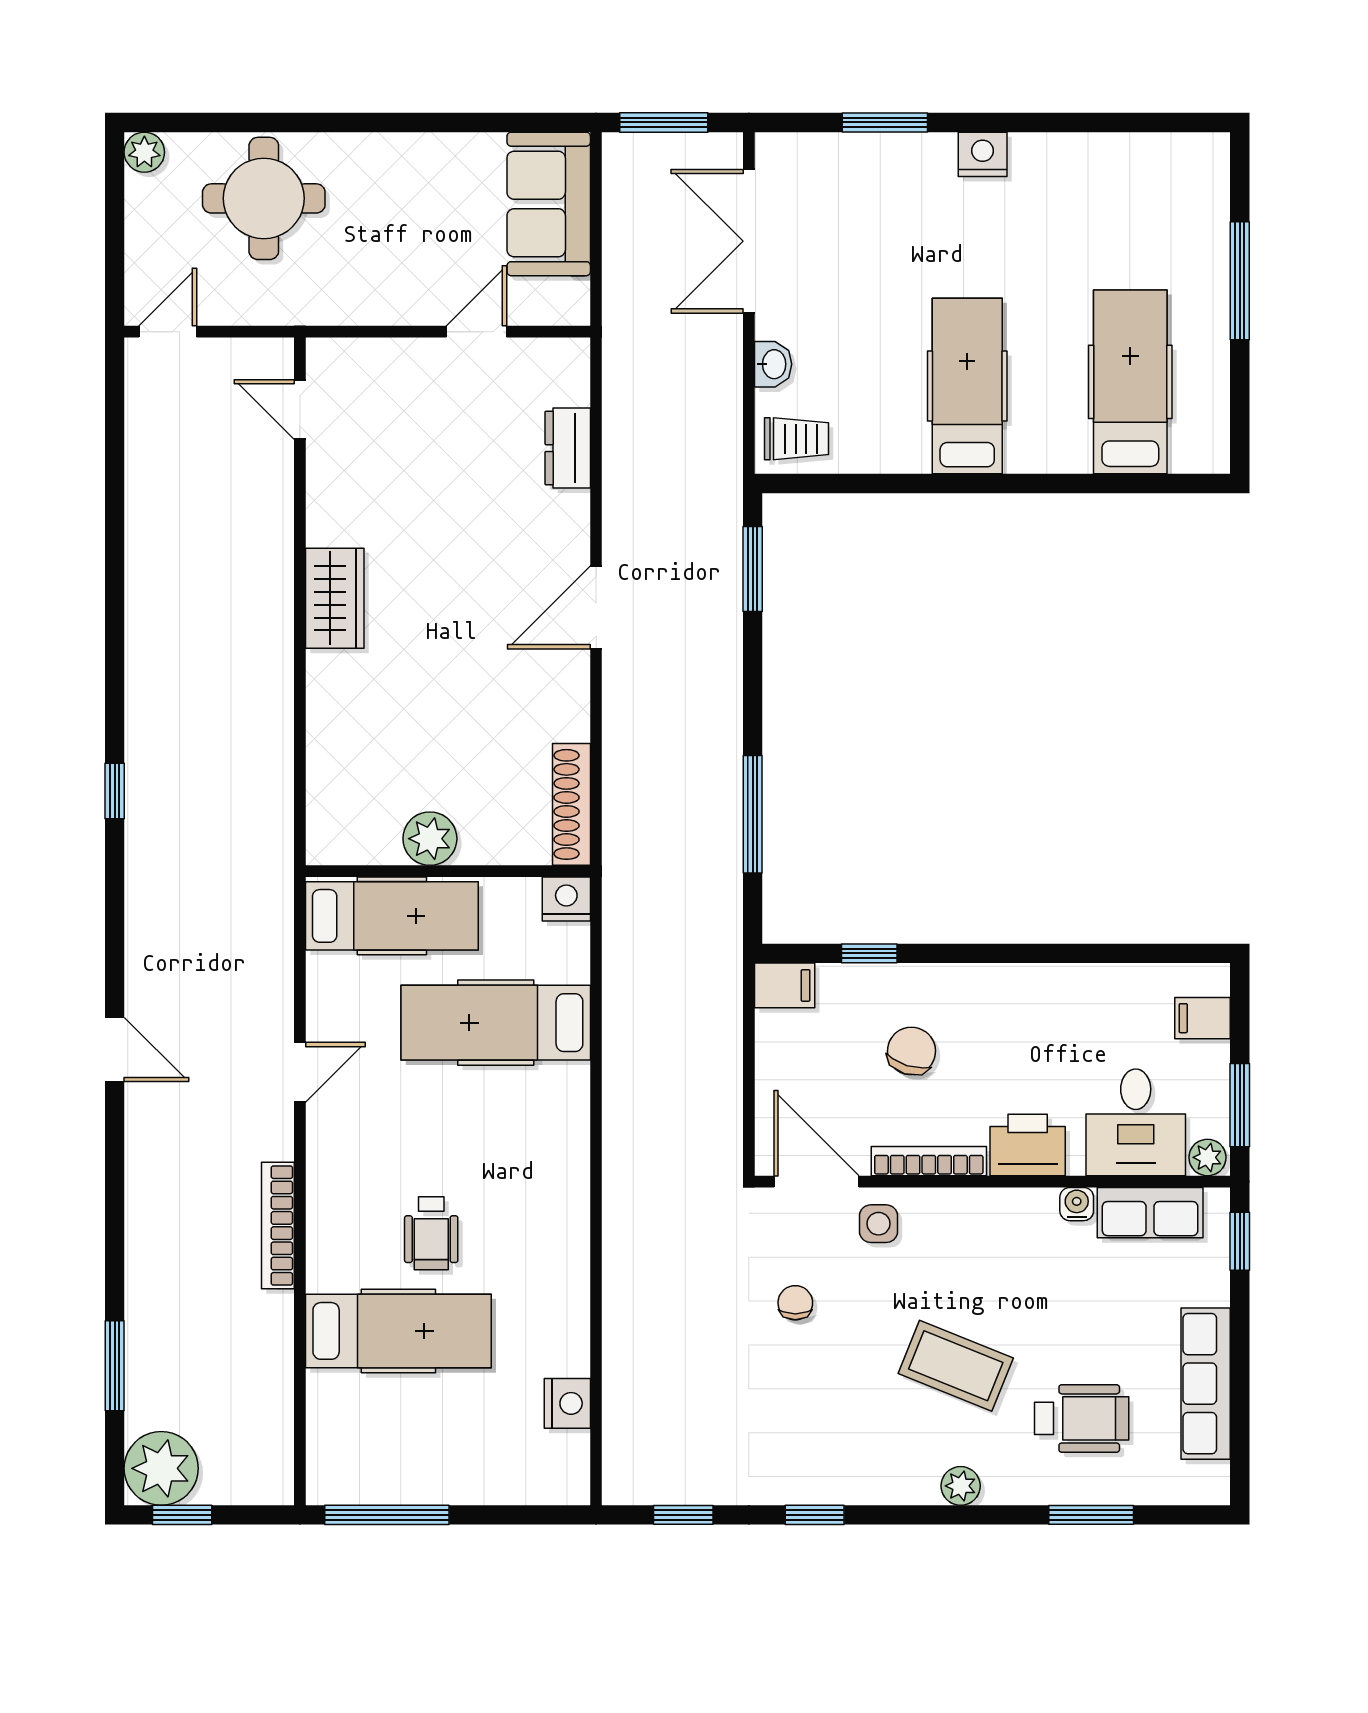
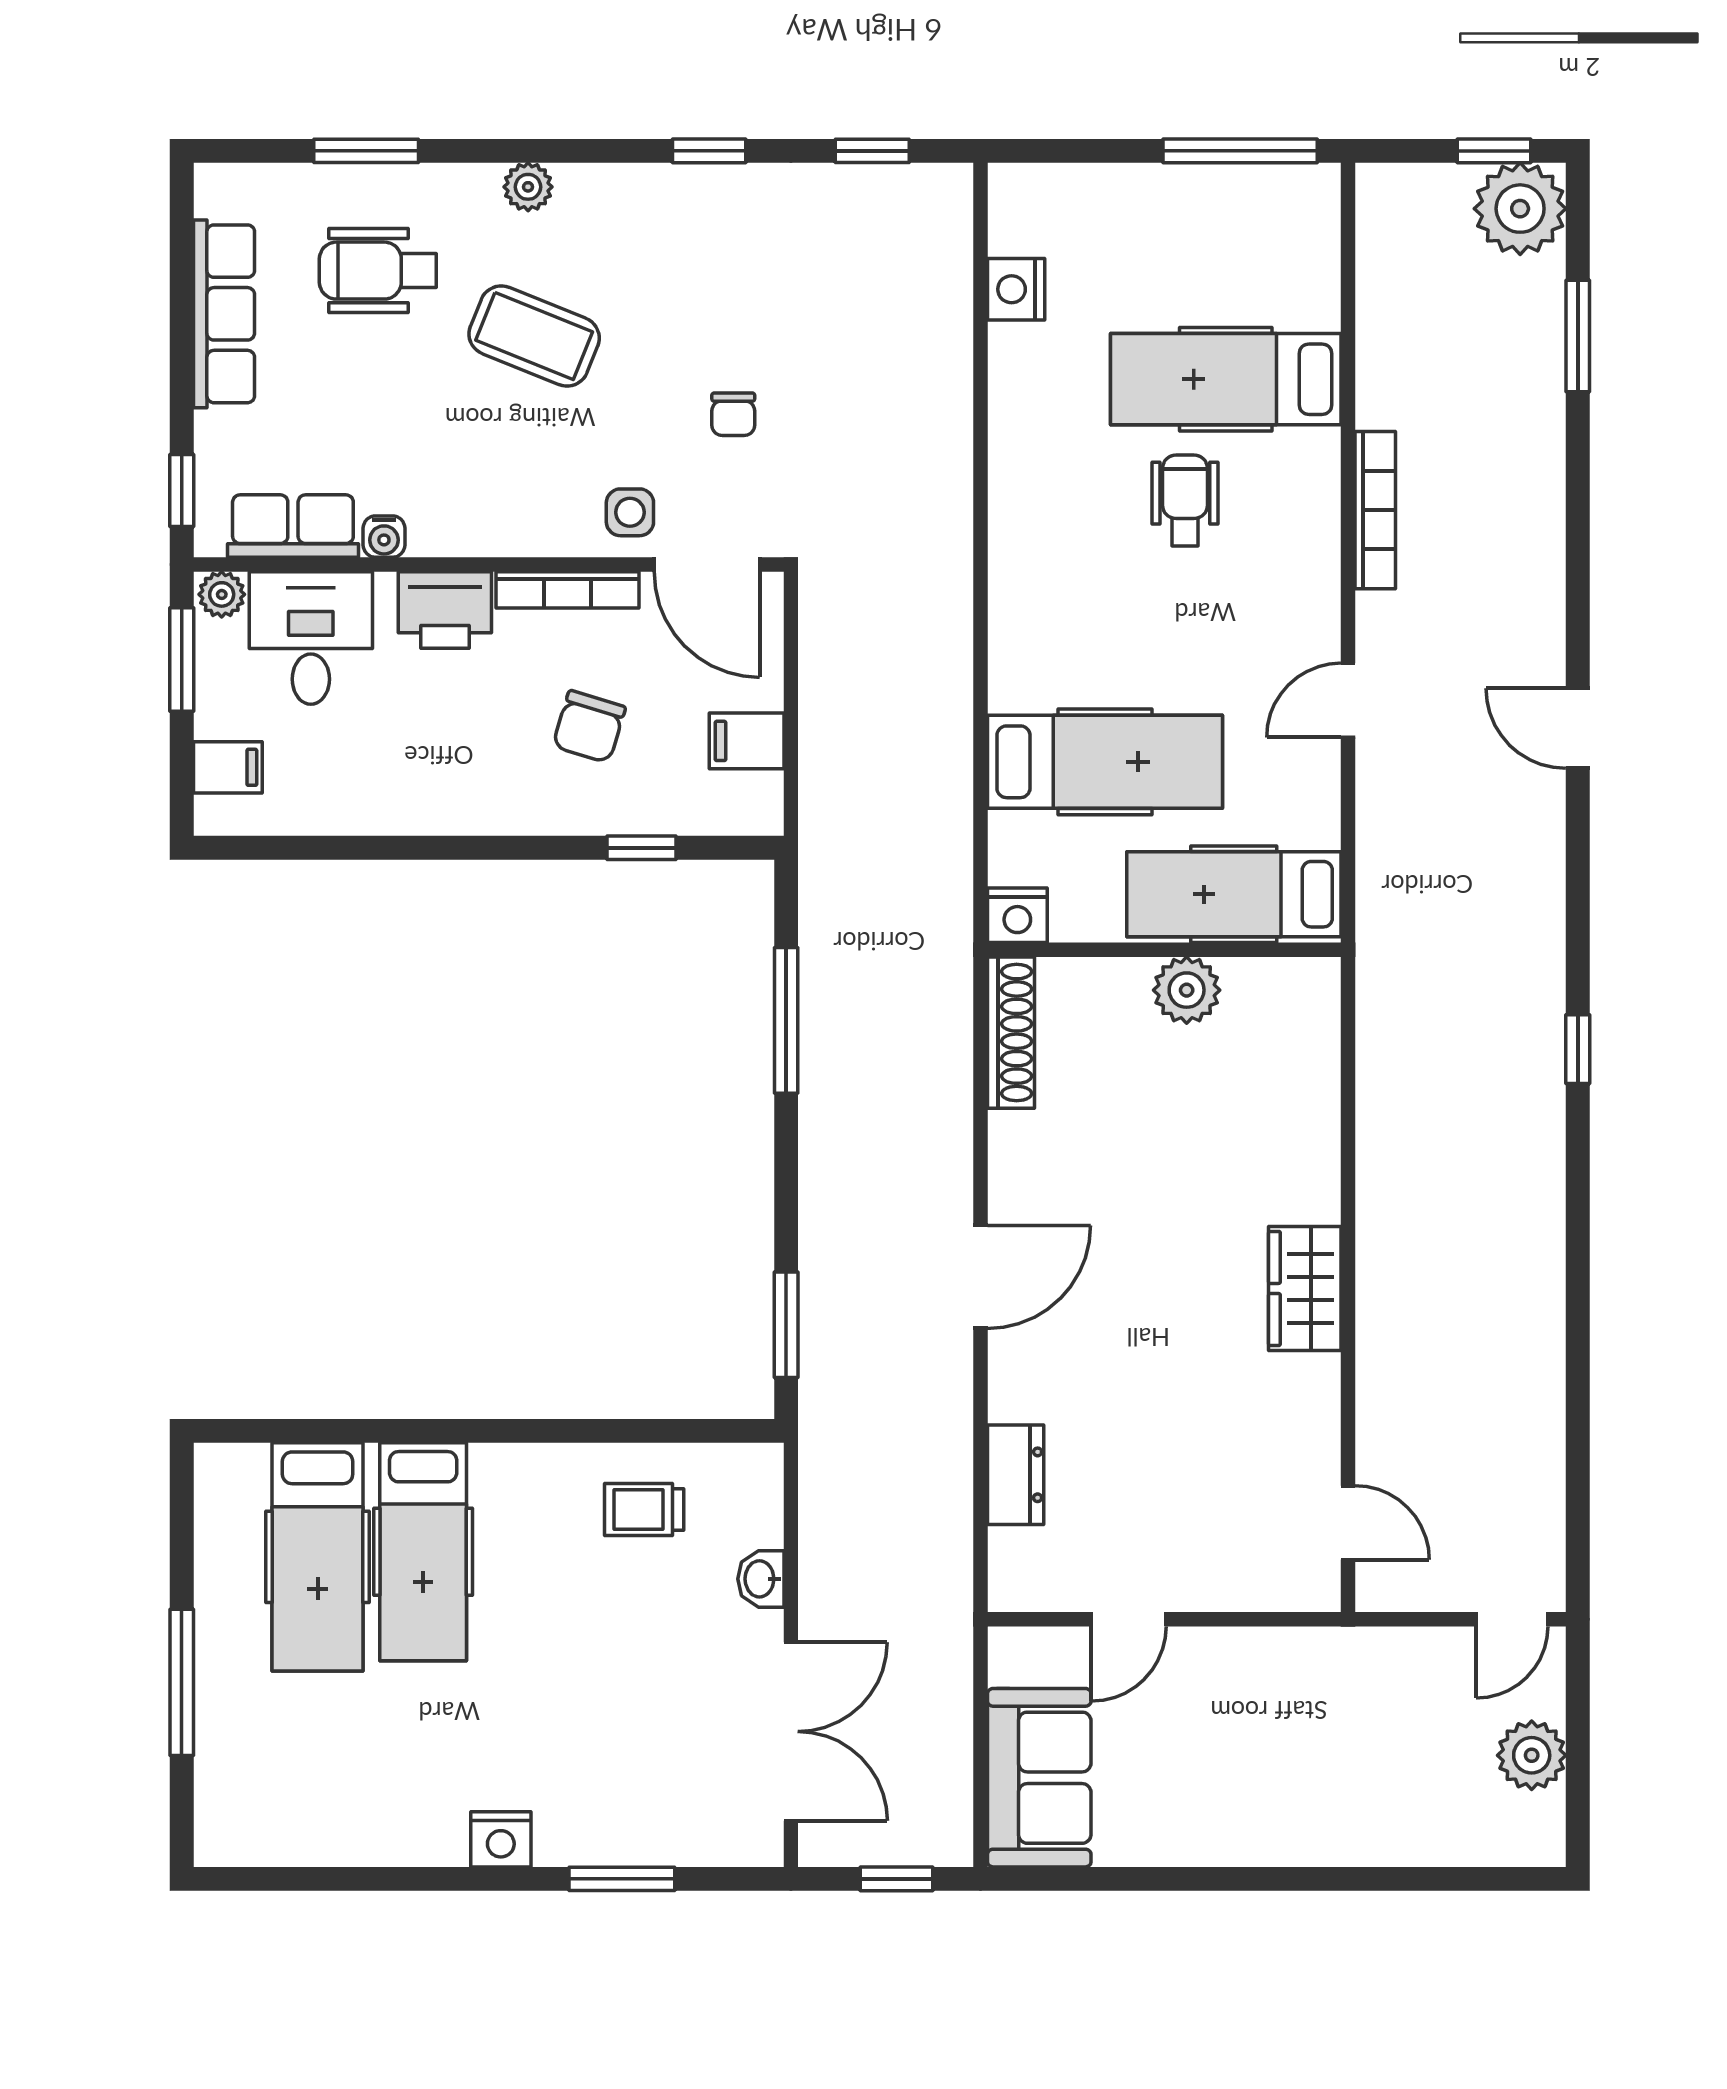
window: (664, 122) -> (896, 1879), width x0.67
plant: (144, 152) -> (1532, 1755), moved, width x1.38, depth x1.38
round table: (264, 198) -> (1393, 1785), removed
hospital bed: (967, 386) -> (423, 1552), moved
trolley: (797, 439) -> (644, 1509), moved
filing cabinet: (785, 985) -> (747, 741), moved

